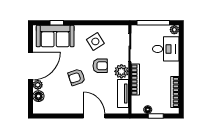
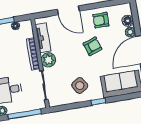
window: (57, 23) -> (98, 102), moved
armchair: (100, 66) -> (101, 20), moved

